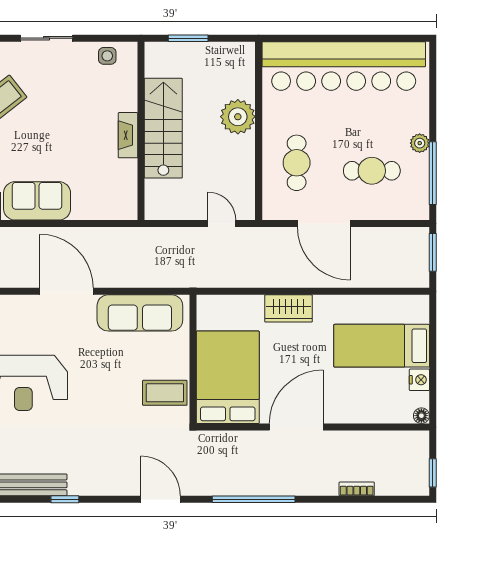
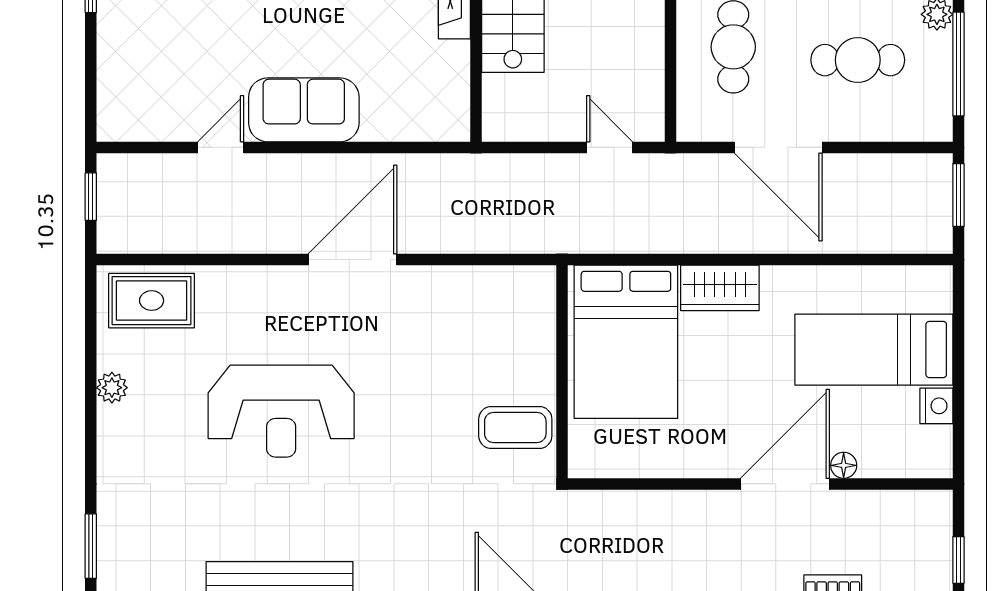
door: (66, 291) -> (352, 260), hinge flipped
sofa: (140, 313) -> (474, 295), removed
bed: (228, 377) -> (626, 342), moved, turned 180
floor lamp: (421, 416) -> (844, 465), moved
door: (296, 427) -> (785, 484), moved

